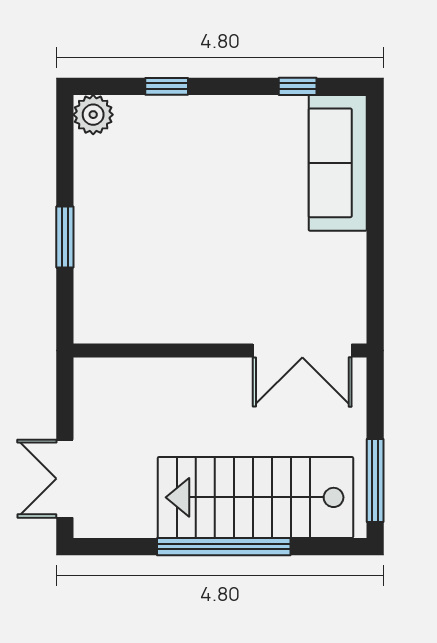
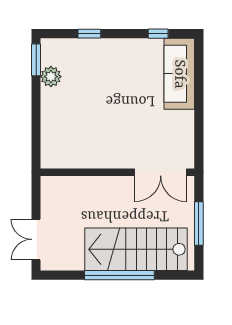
plant: (93, 115) -> (51, 77), moved
window: (65, 237) -> (36, 60), moved
window: (375, 480) -> (199, 224), moved

